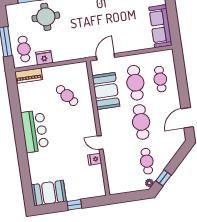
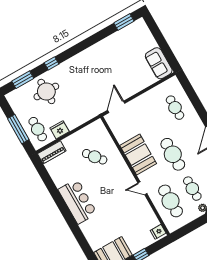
sofa: (161, 26) -> (159, 63), width x0.73
cafe table: (135, 83) -> (171, 201), moved
booth: (106, 91) -> (138, 155), moved
fridge: (95, 159) -> (158, 232), moved

